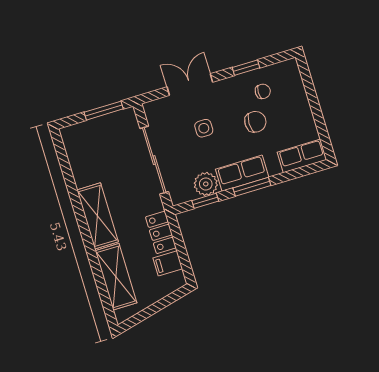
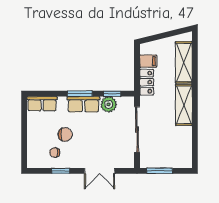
chair: (255, 122) -> (65, 134), turned 180
side table: (204, 128) -> (99, 140), removed

